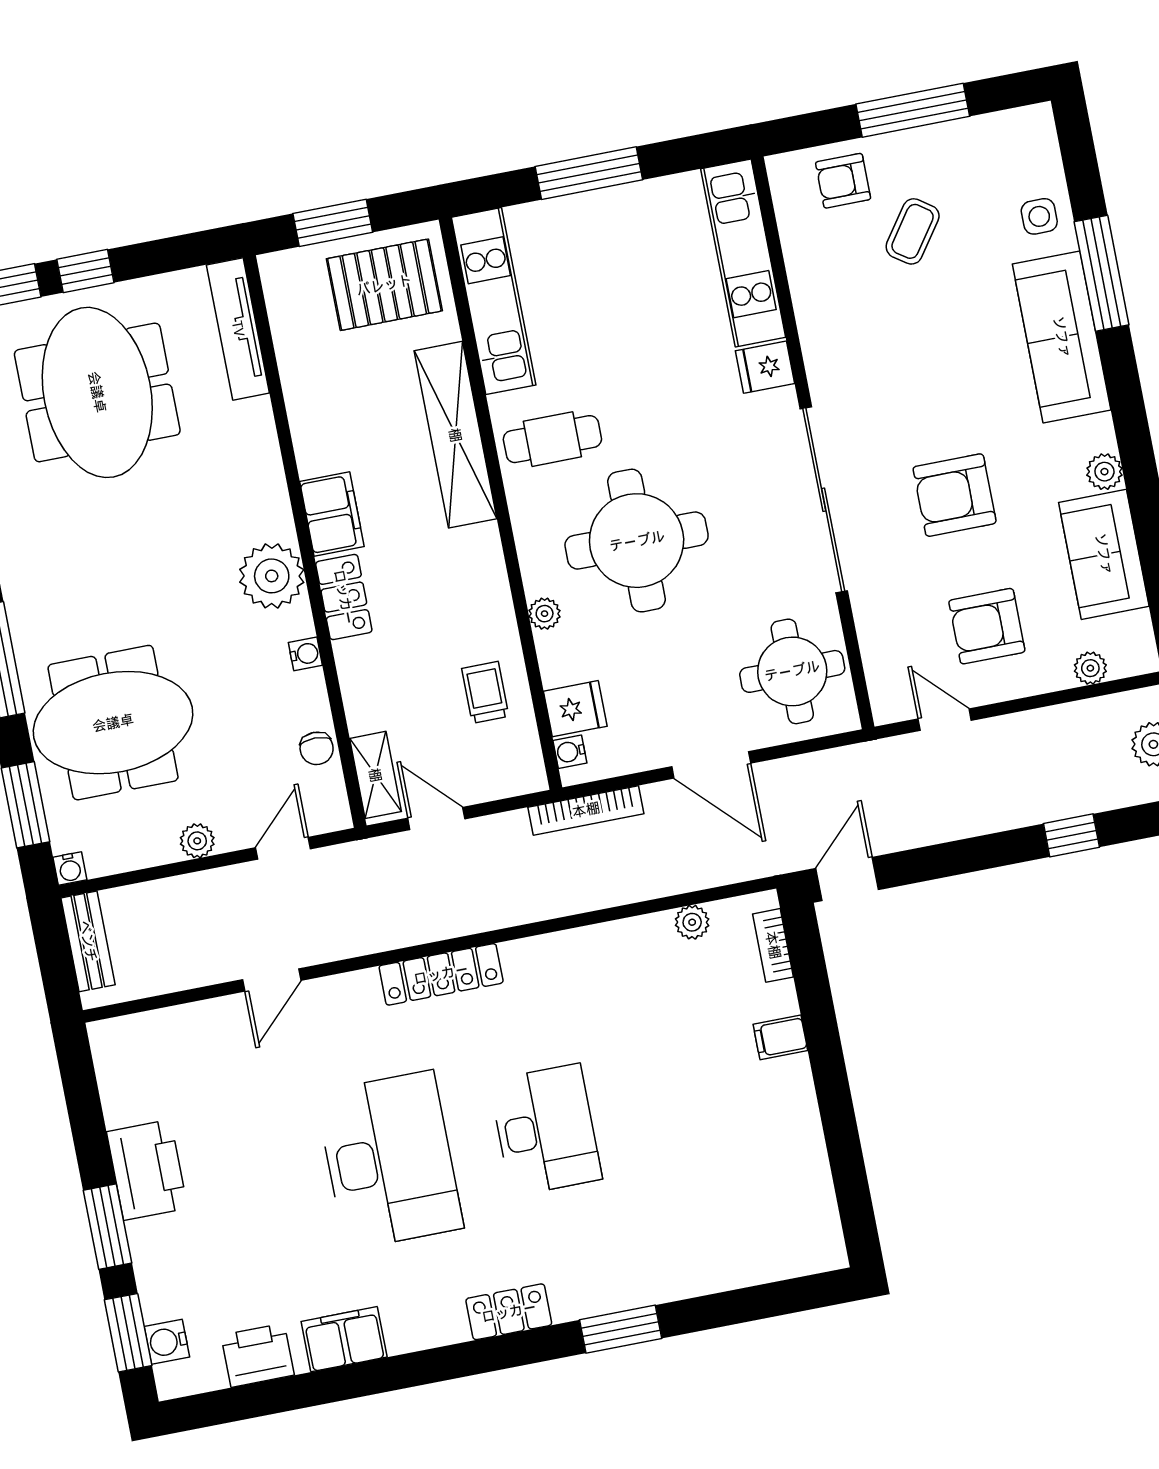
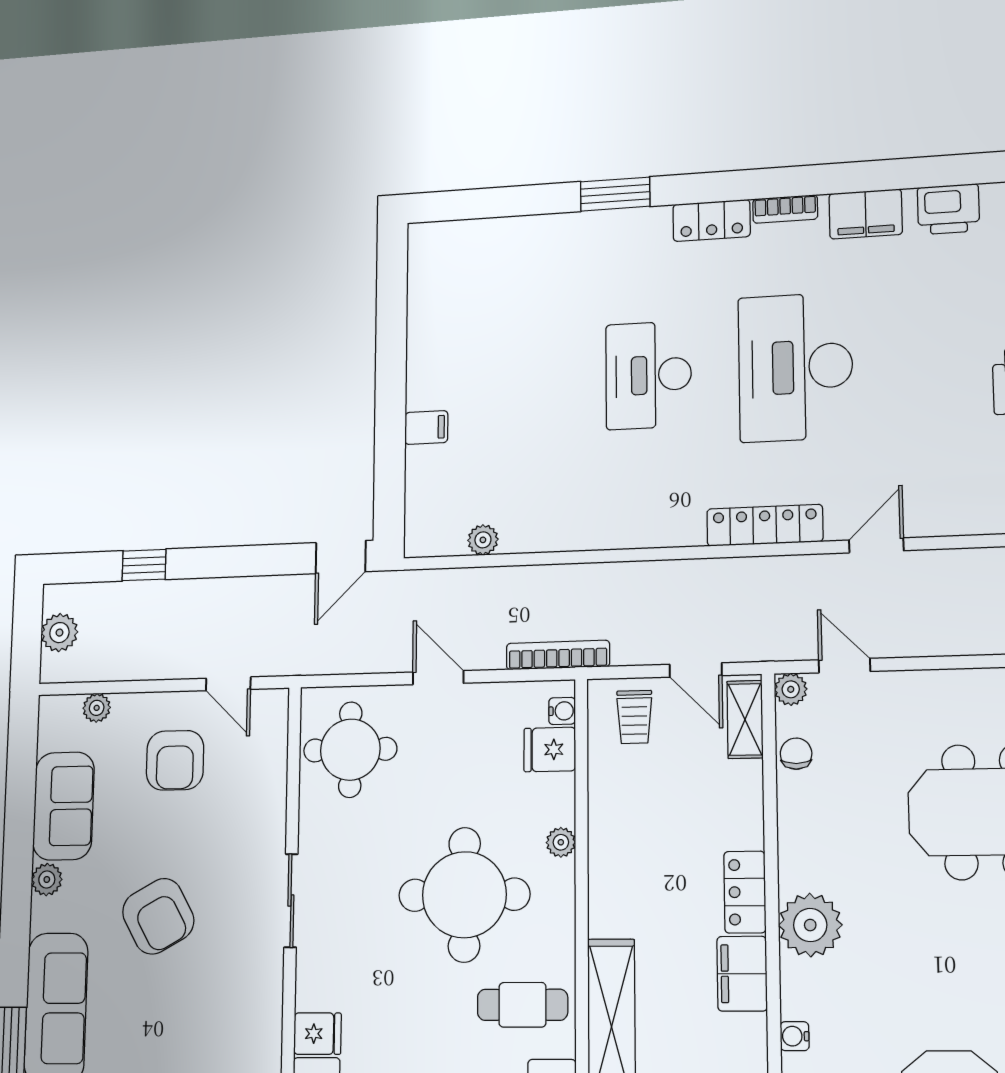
armchair: (955, 495) -> (158, 916), moved, turned 61
sliding door: (824, 500) -> (291, 901), width x0.54
armchair: (987, 626) -> (175, 760), turned 90
water cooler: (305, 654) -> (795, 1036), moved
trolley: (485, 692) -> (634, 717), moved
door: (711, 765) -> (438, 678), width x0.73
plant: (197, 841) -> (791, 689), moved
door: (283, 848) -> (844, 666), swing flipped
bookcase: (773, 945) -> (785, 209), moved, turned 90
locker: (441, 974) -> (765, 525), moved

